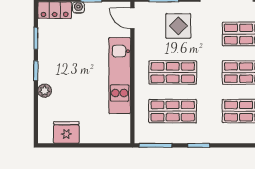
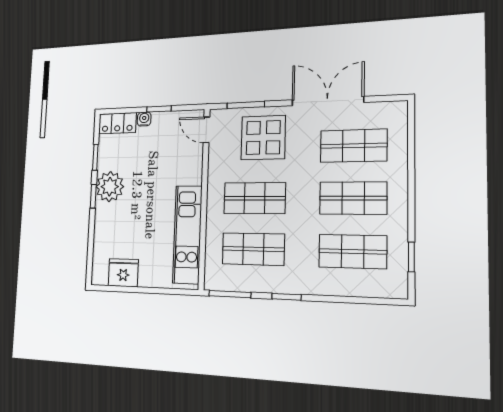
display table: (178, 26) -> (263, 138), width x1.36, depth x1.36
kitchen unit: (120, 76) -> (187, 234), moved
plant: (45, 91) -> (110, 187), moved, width x1.88, depth x1.88

